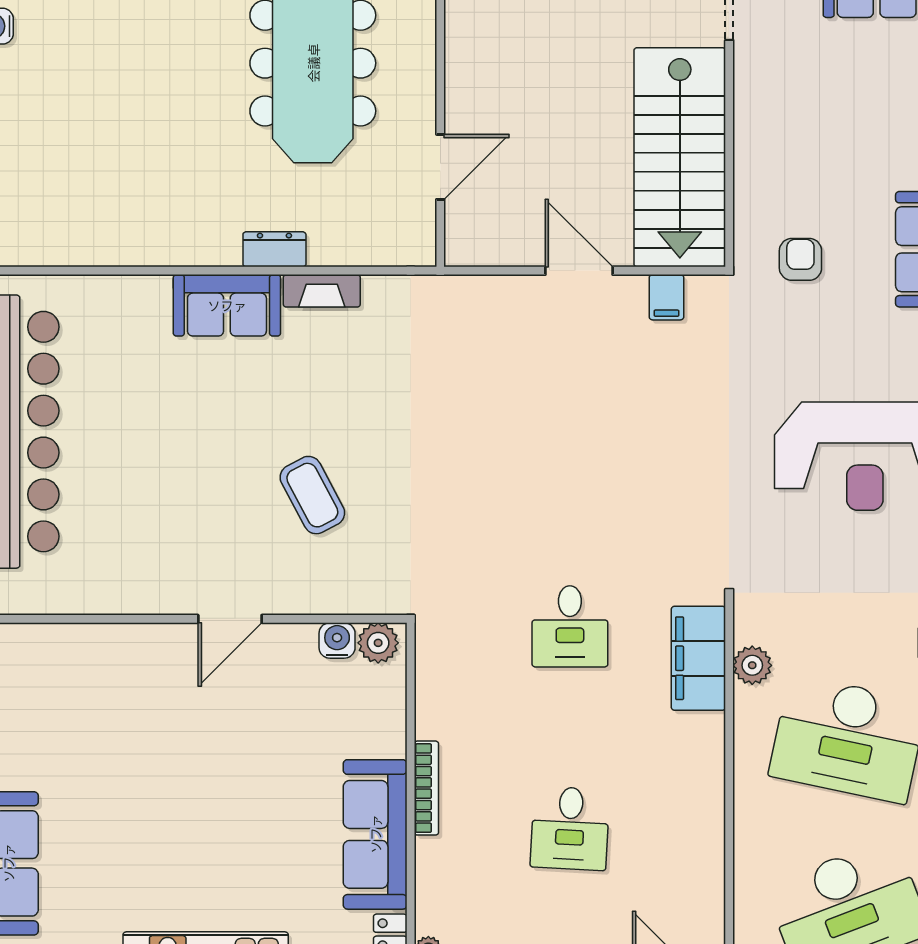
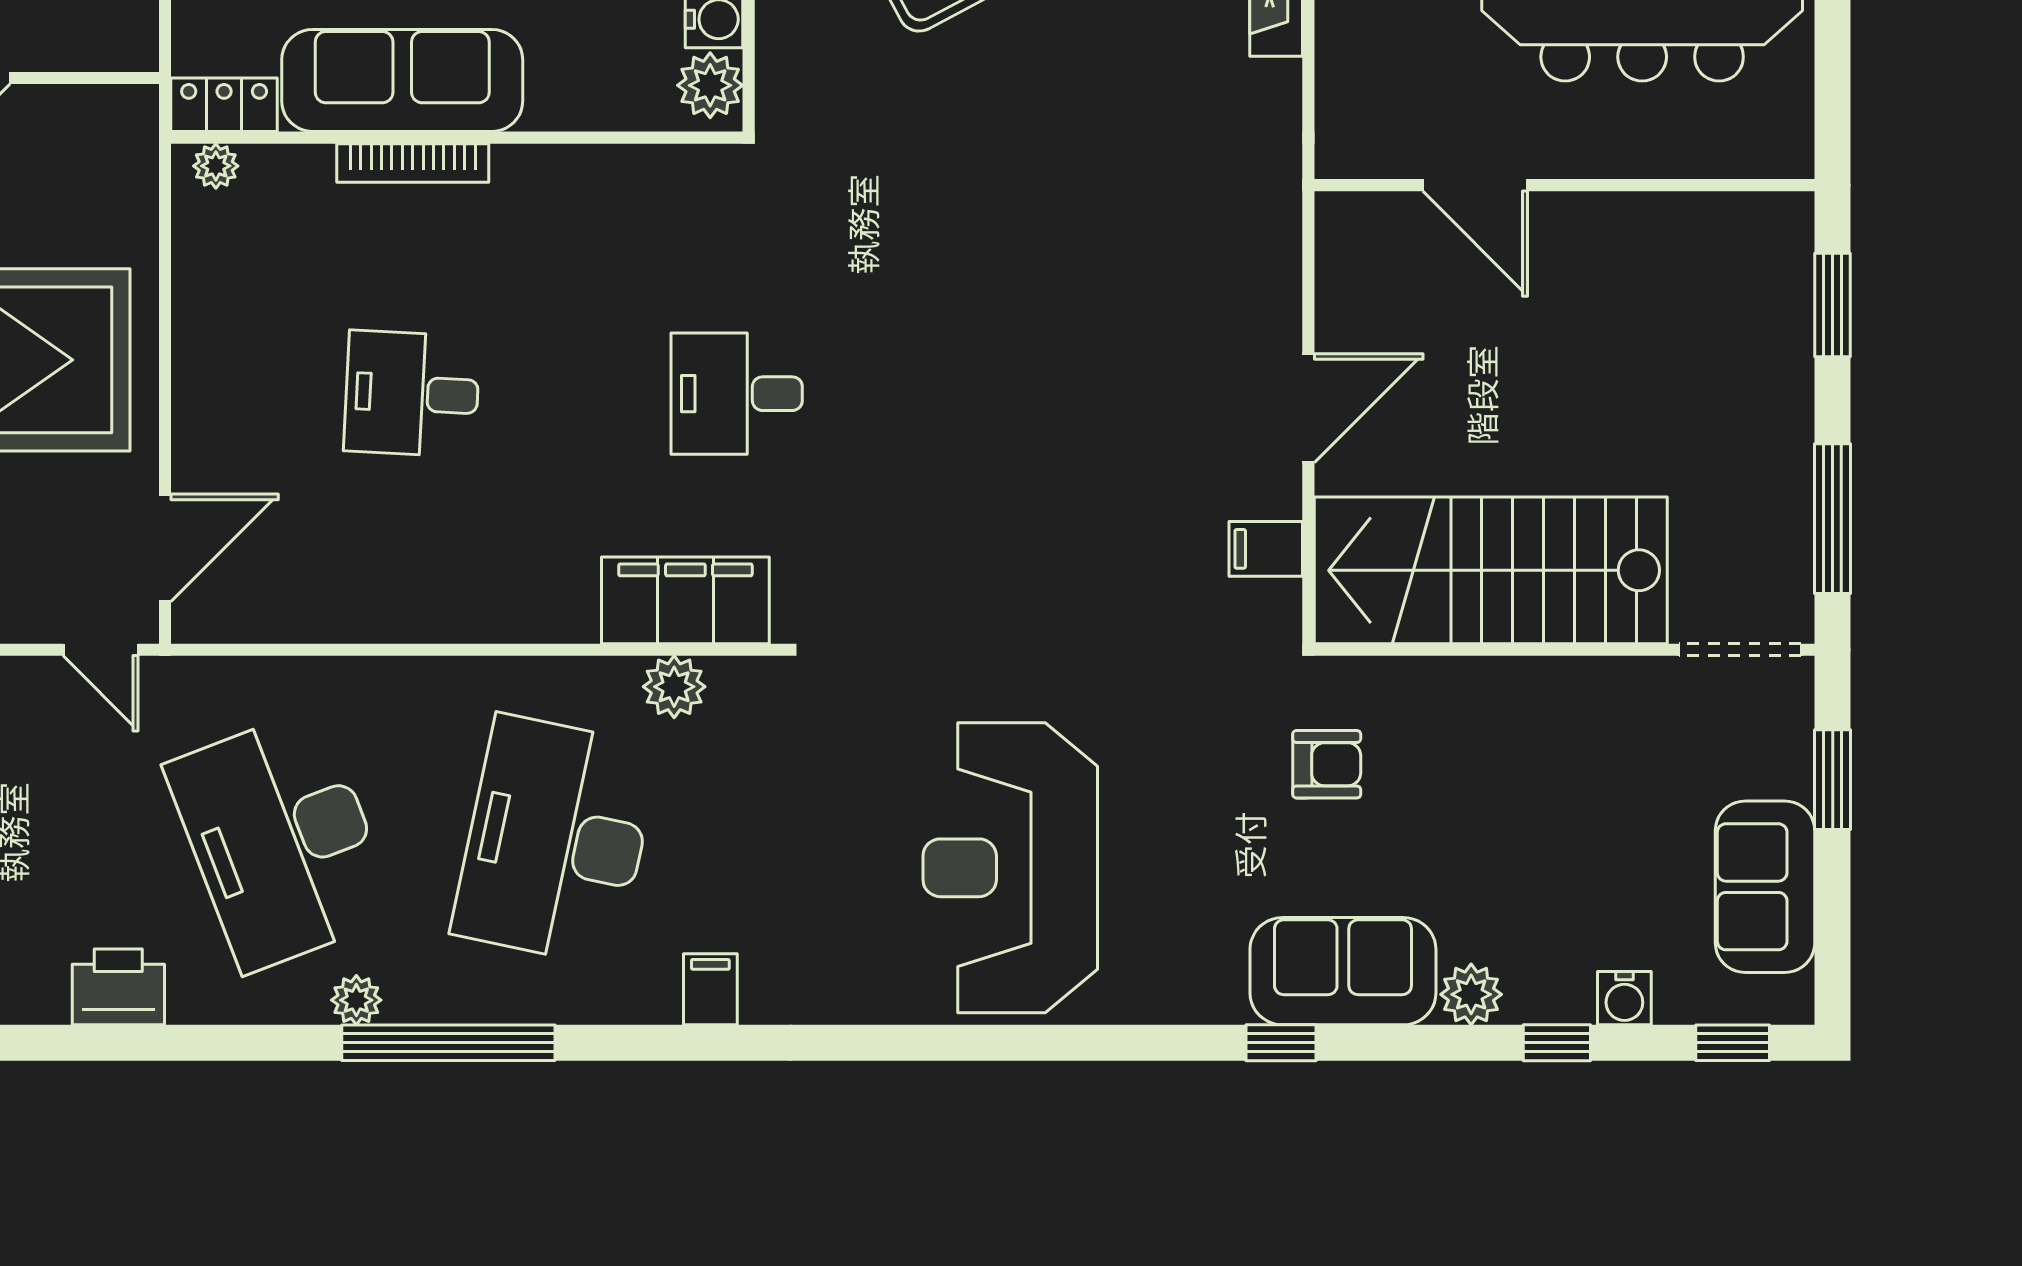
bookcase: (426, 788) -> (413, 163), moved

